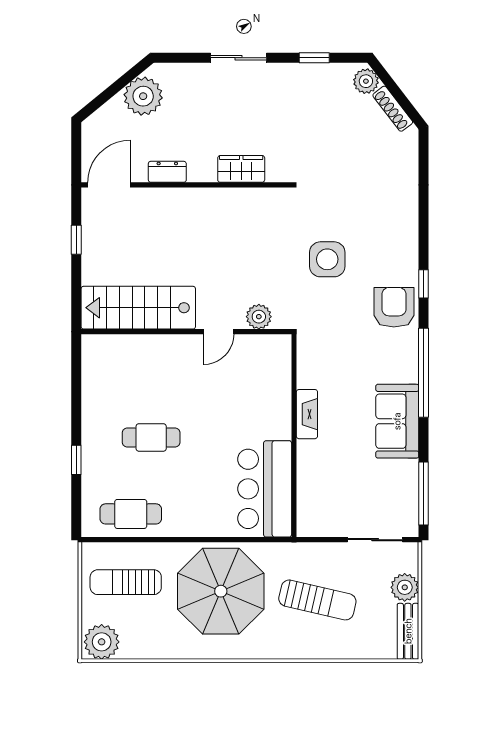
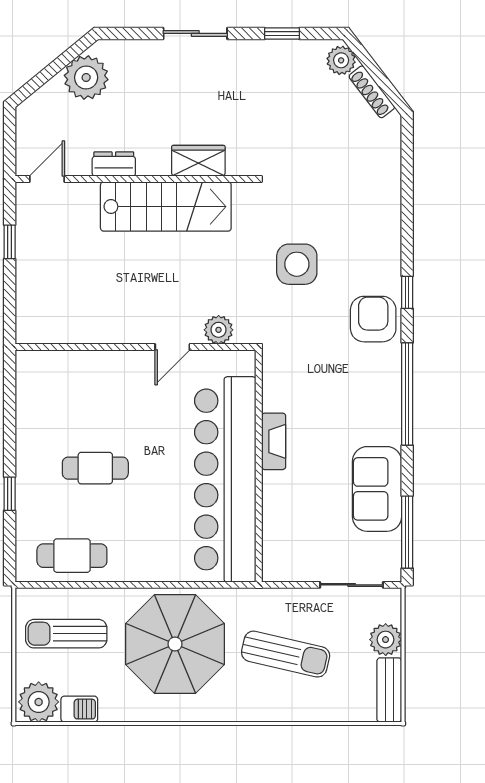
door: (109, 185) -> (47, 179), width x0.73
stairs: (138, 308) -> (166, 207), moved, turned 180
sofa: (397, 421) -> (377, 489), moved
bar counter: (265, 489) -> (225, 479), width x1.86
barbecue: (137, 648) -> (79, 709), added

